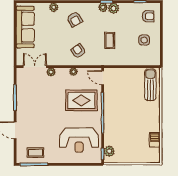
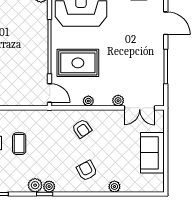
sofa: (25, 27) -> (152, 153), width x0.73
coffee table: (110, 40) -> (19, 144), moved

